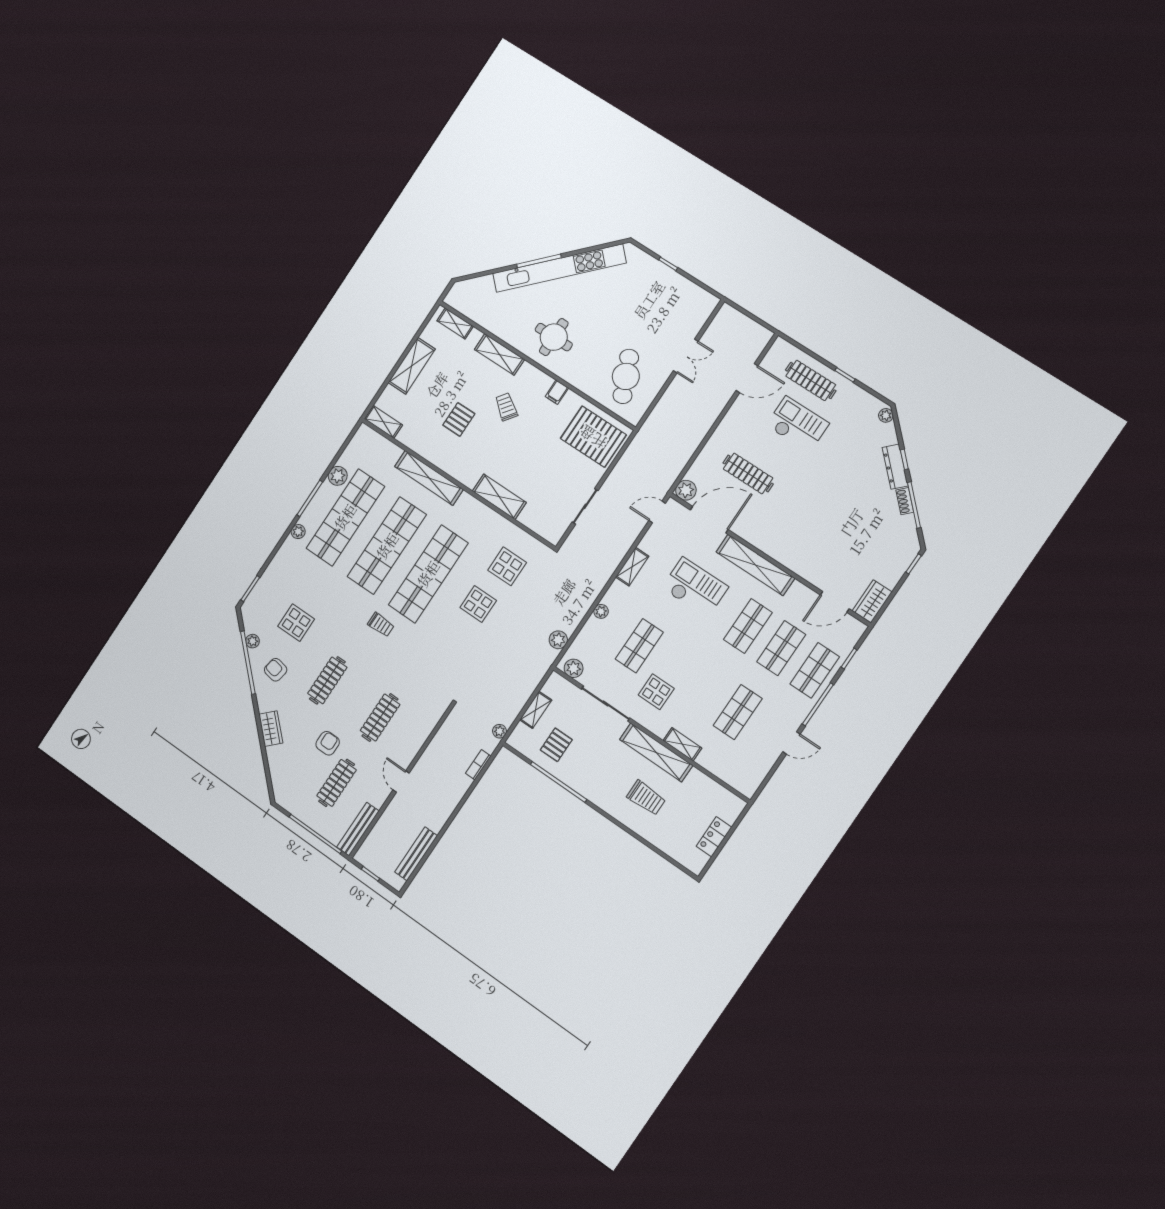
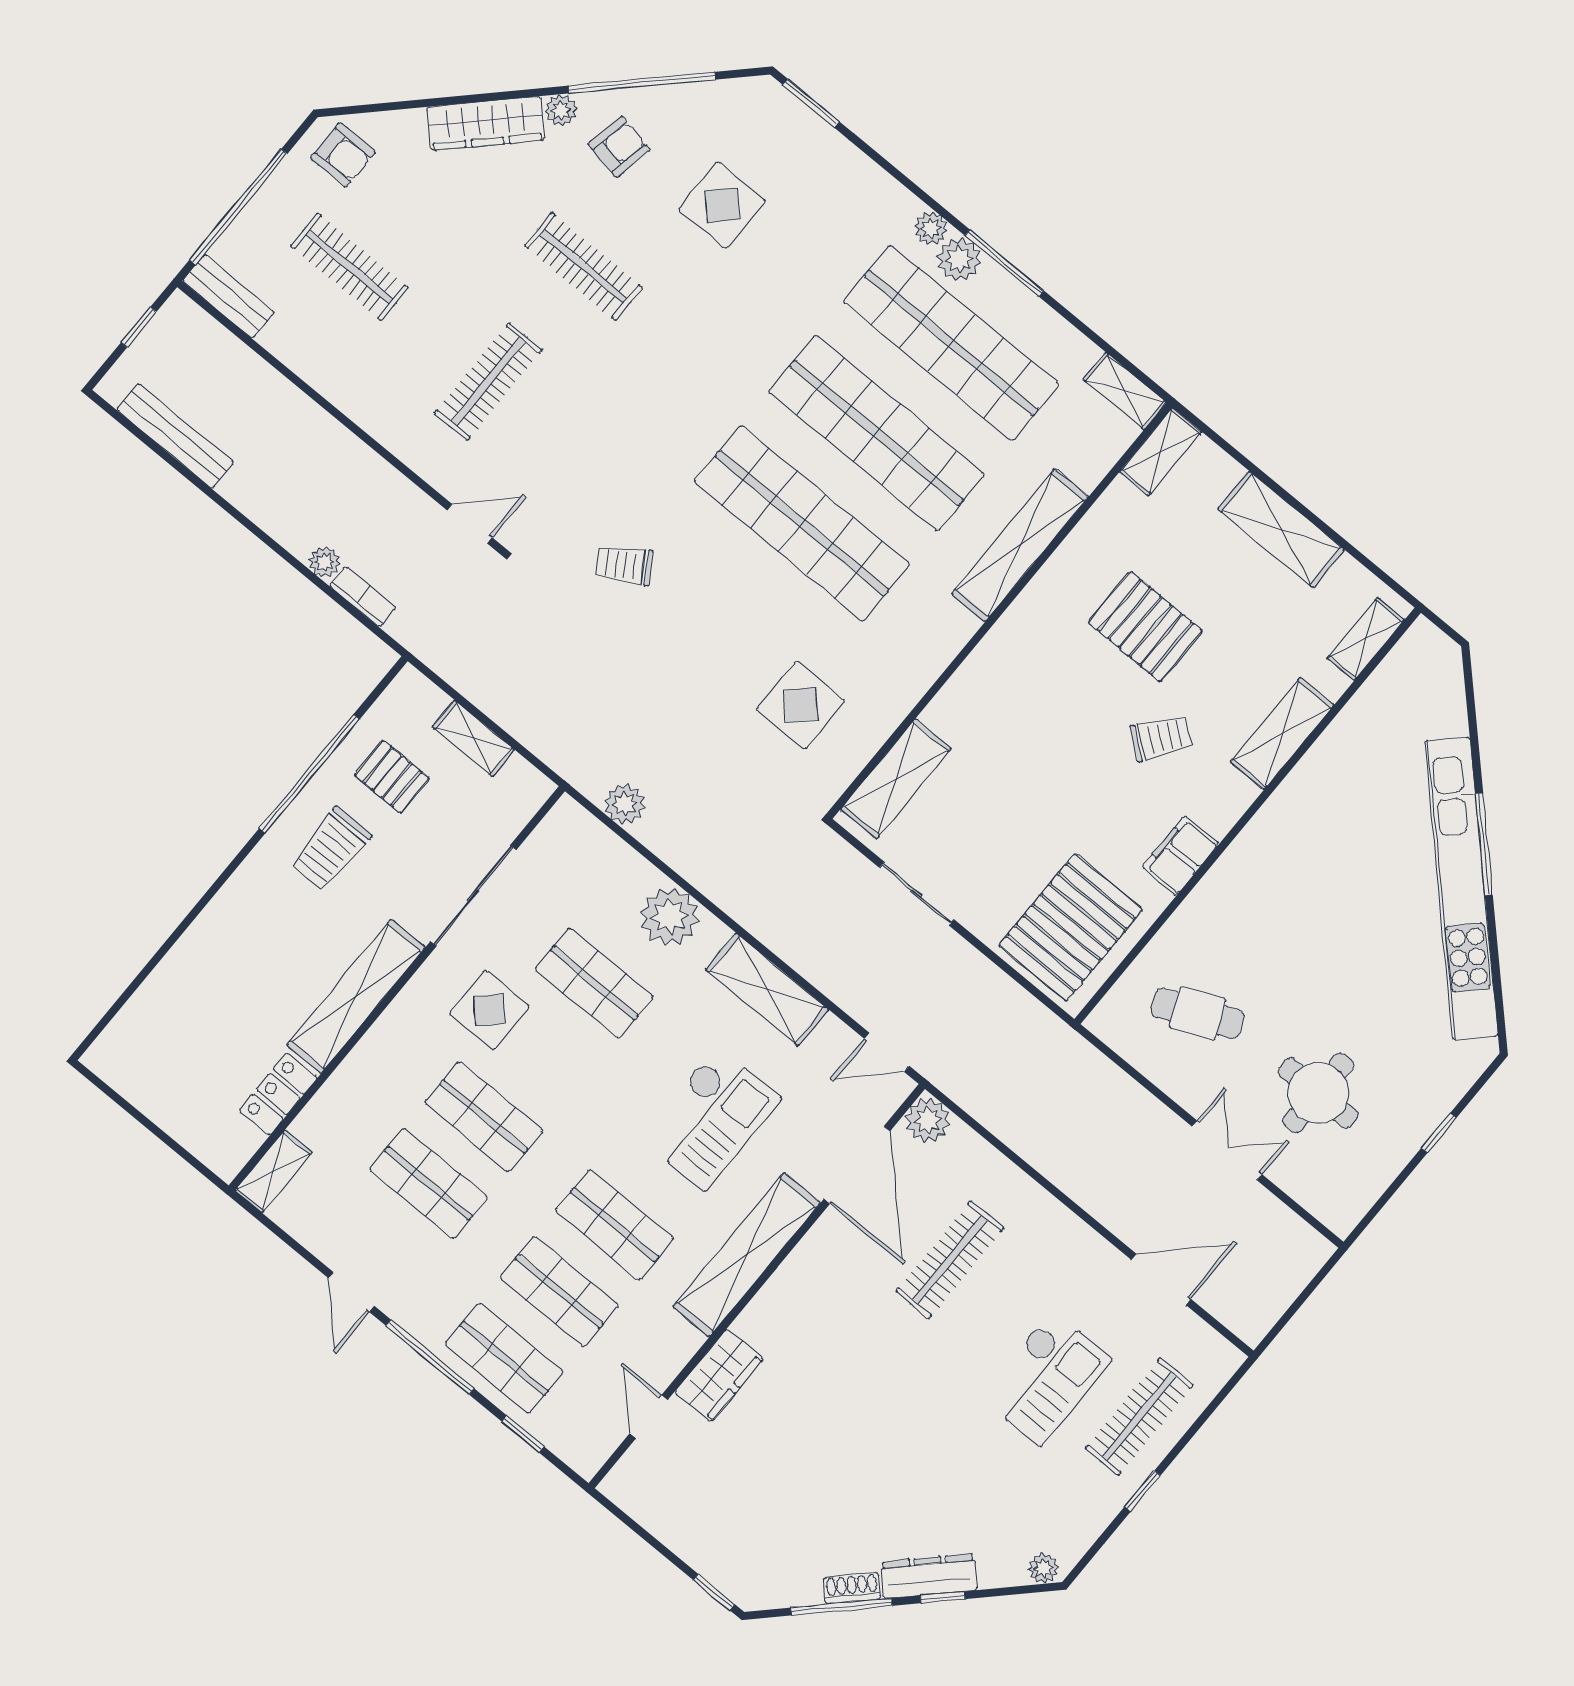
round table: (554, 337) -> (1318, 1093), moved
double door: (686, 356) -> (1227, 1150), swing flipped
cafe table: (626, 376) -> (1197, 1013), width x0.73, depth x0.74
door: (747, 378) -> (1161, 1279), swing flipped
filing cabinet: (557, 392) -> (1181, 855), width x2.00
pallet: (459, 419) -> (1145, 627), width x1.50, depth x1.42
shelving: (359, 440) -> (1125, 391), added
plant: (338, 476) -> (959, 259), moved
shelving: (499, 497) -> (896, 779), moved
door: (657, 512) -> (887, 1052), swing flipped
shelving: (632, 567) -> (767, 990), width x1.50, depth x1.33
wardrobe: (872, 601) -> (719, 1375), moved, turned 90
door: (835, 602) -> (649, 1417), width x0.73
display table: (478, 604) -> (723, 631), removed
plant: (601, 611) -> (670, 917), width x1.87, depth x1.87
trolley: (381, 625) -> (624, 565), moved, turned 58
plant: (252, 641) -> (561, 110), moved
plant: (574, 668) -> (558, 832), removed
shop shelf: (705, 690) -> (484, 1117), added
clothes rail: (380, 718) -> (488, 382), turned 90
wardrobe: (271, 729) -> (486, 123), width x1.50
plant: (499, 731) -> (324, 562), moved
armchair: (328, 743) -> (343, 155), moved
shelving: (682, 744) -> (273, 1171), moved
door: (401, 782) -> (469, 524), moved
trolley: (646, 798) -> (331, 849), moved
bench: (358, 829) -> (228, 297), width x0.73
locker: (714, 837) -> (278, 1094), moved, turned -90

